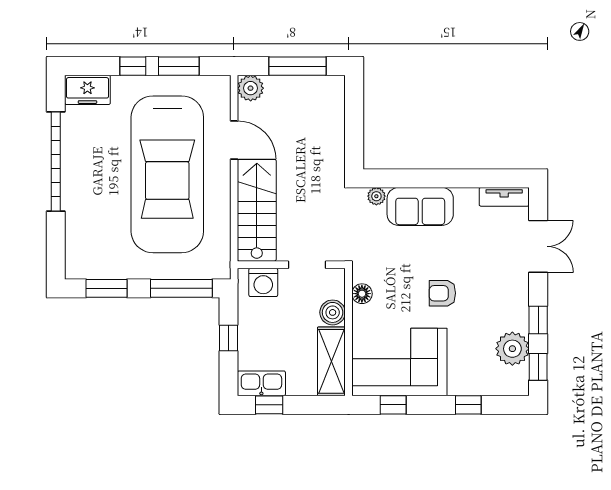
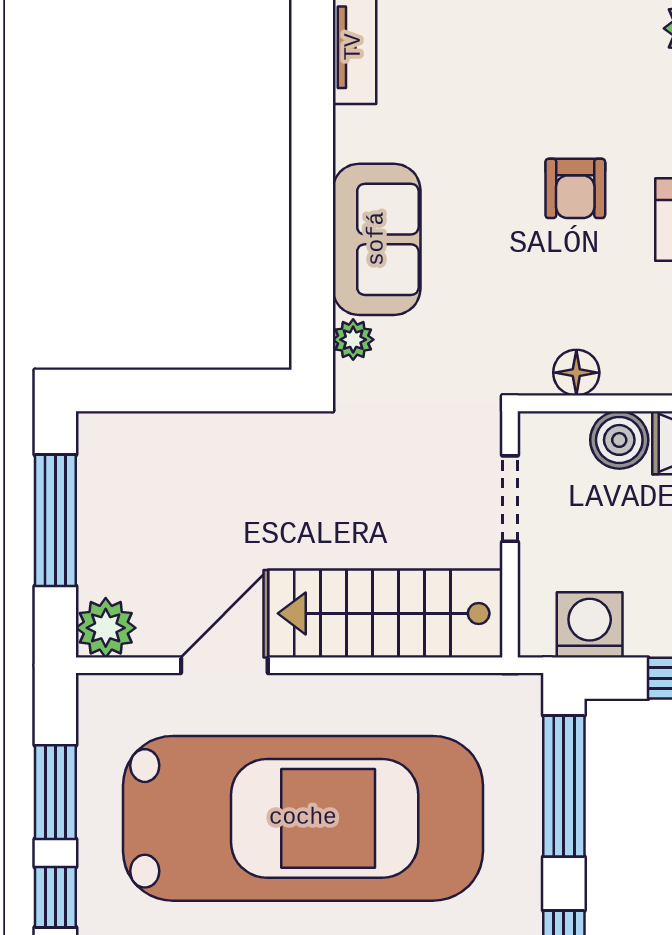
washing machine: (263, 282) -> (590, 625), moved, turned -90

